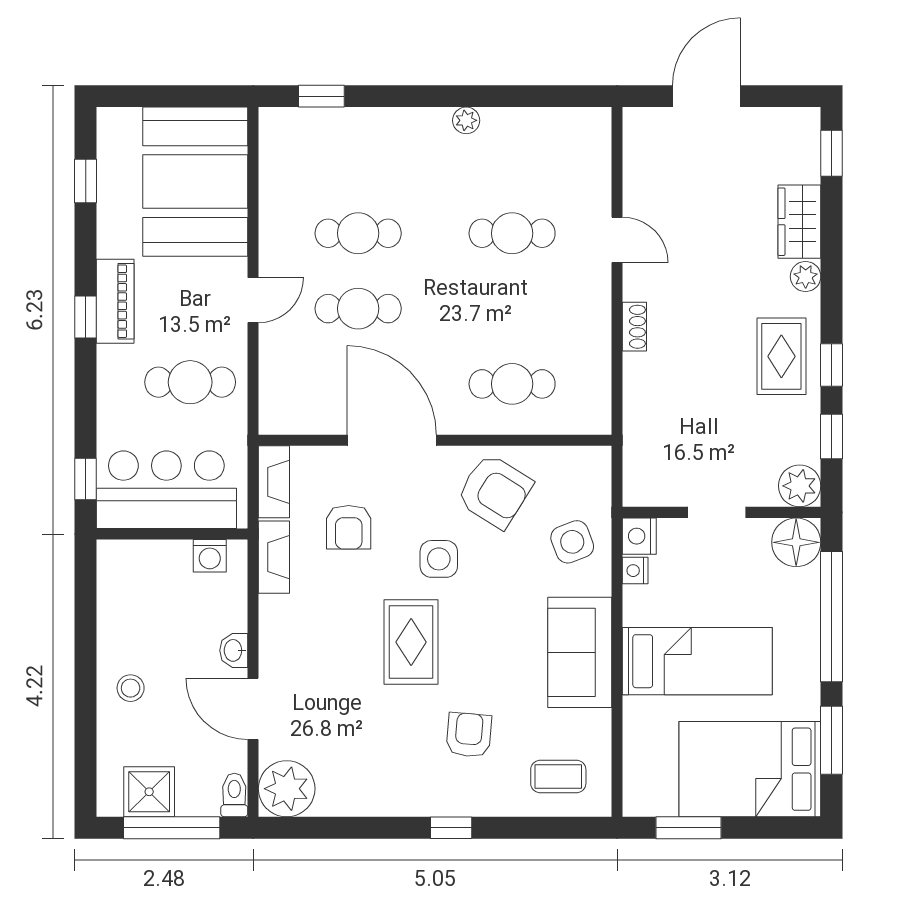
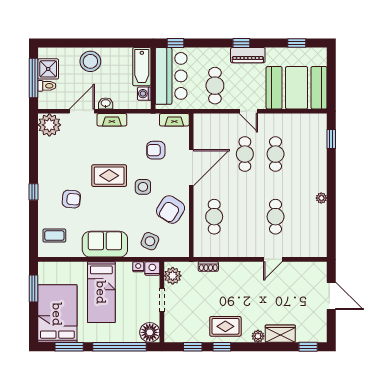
shoe rack: (634, 327) -> (208, 266), moved
plant: (800, 486) -> (173, 276), moved
side table: (572, 542) -> (150, 241), turned 45
fireplace: (274, 557) -> (112, 120), moved
bathtub: (143, 562) -> (142, 67), added
stool: (131, 688) -> (90, 61), width x1.89, depth x1.89
coffee table: (558, 777) -> (54, 236), turned 90
toilet: (234, 795) -> (47, 86), moved

